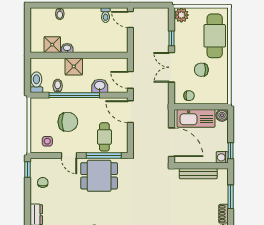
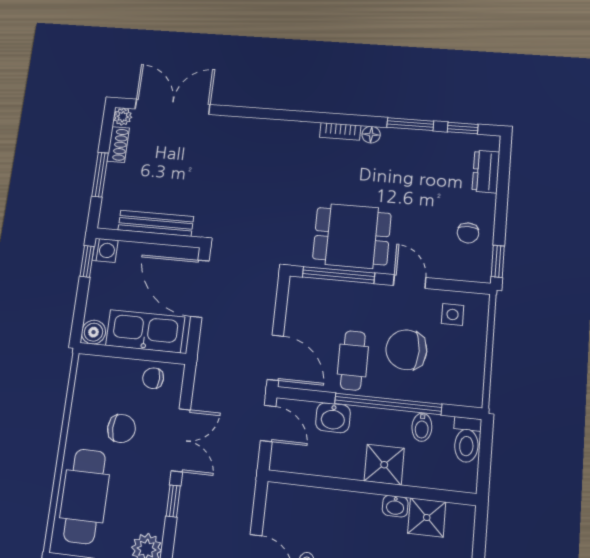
cafe table: (104, 137) -> (353, 360), moved

